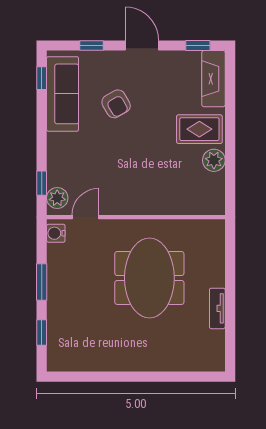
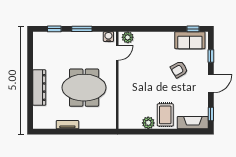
sofa: (63, 94) -> (190, 40), width x0.73
window: (42, 183) -> (136, 29), removed
door: (86, 217) -> (117, 53), hinge flipped
dresser: (149, 360) -> (39, 88), added

